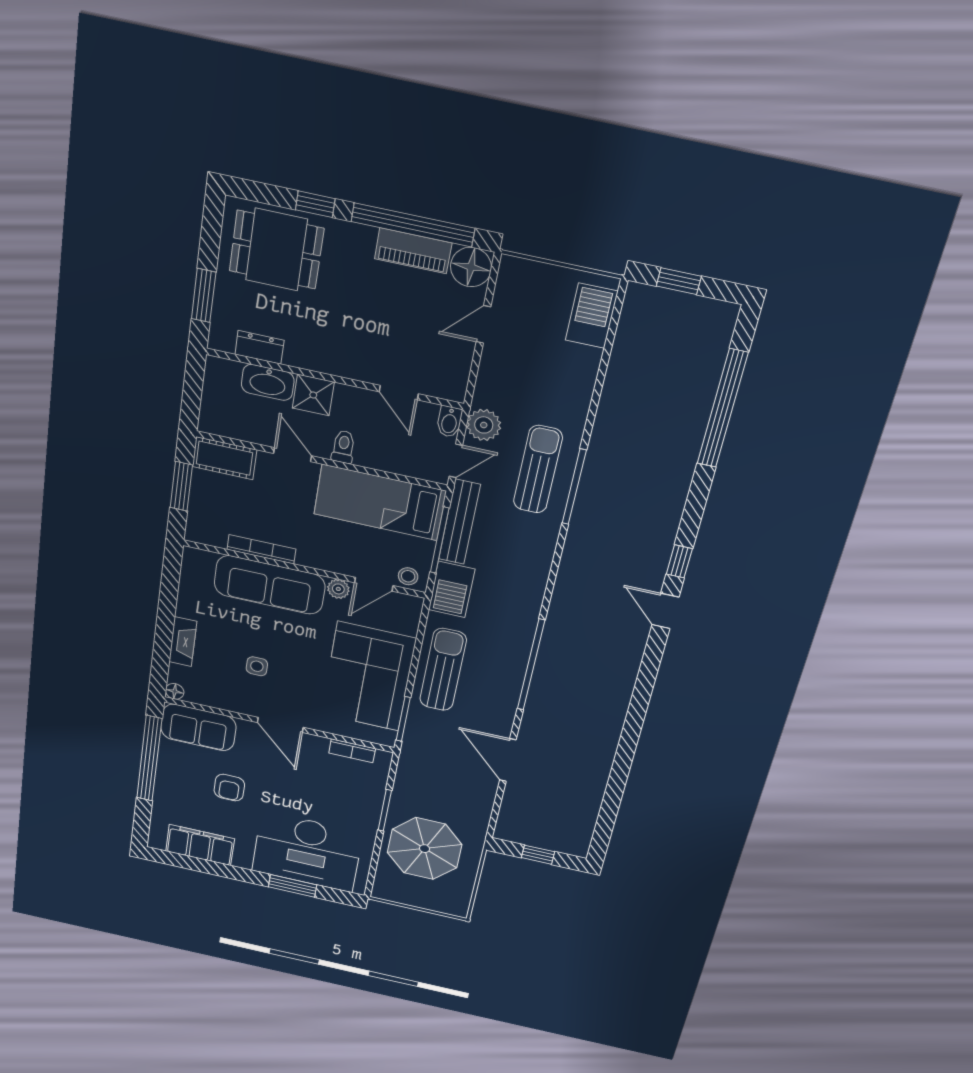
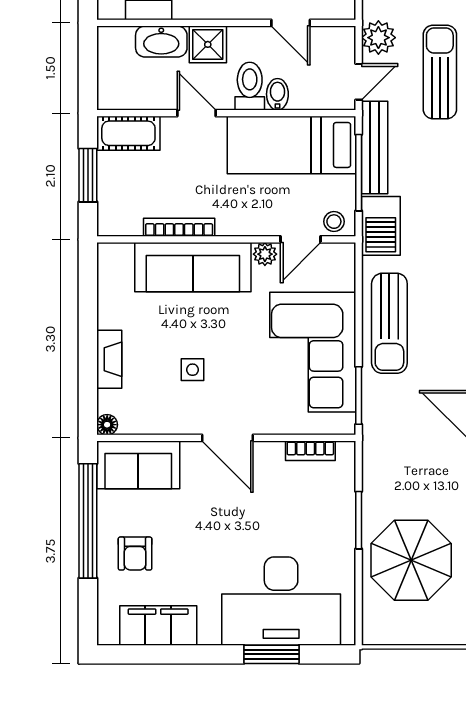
bidet: (449, 422) -> (277, 94), moved, turned 180
toilet: (343, 447) -> (250, 86), width x1.37, depth x1.39
sun lounger: (443, 670) -> (389, 323), turned 180
armchair: (229, 788) -> (135, 554), moved

